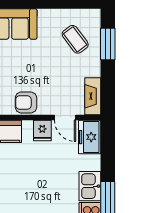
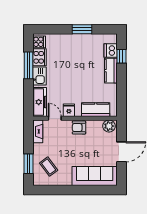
armchair: (26, 102) -> (79, 128), turned 180
freezer: (90, 137) -> (40, 102), width x1.40

